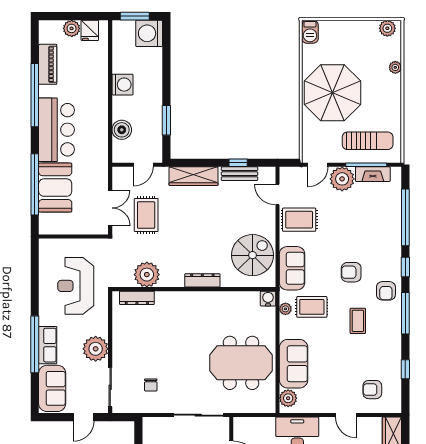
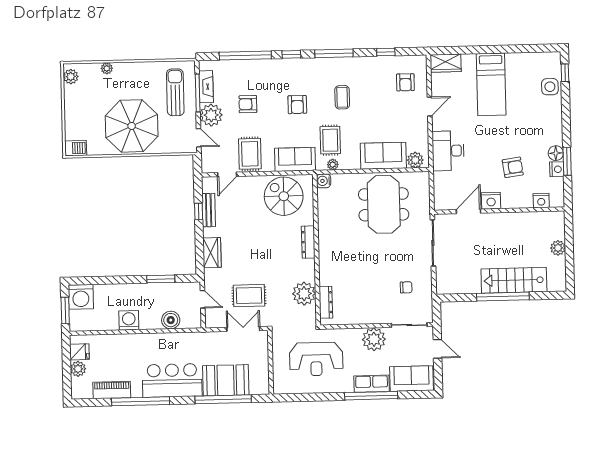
wardrobe: (194, 176) -> (212, 253), width x0.67
armchair: (386, 291) -> (248, 104), moved, turned 180
coffee table: (358, 321) -> (342, 97), turned 90

